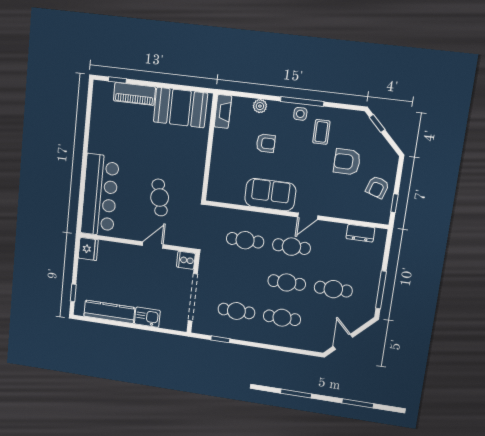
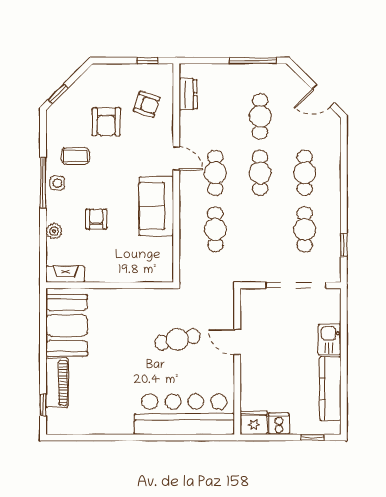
armchair: (377, 187) -> (147, 104), moved
cooker: (186, 260) -> (279, 424), moved, turned 180

